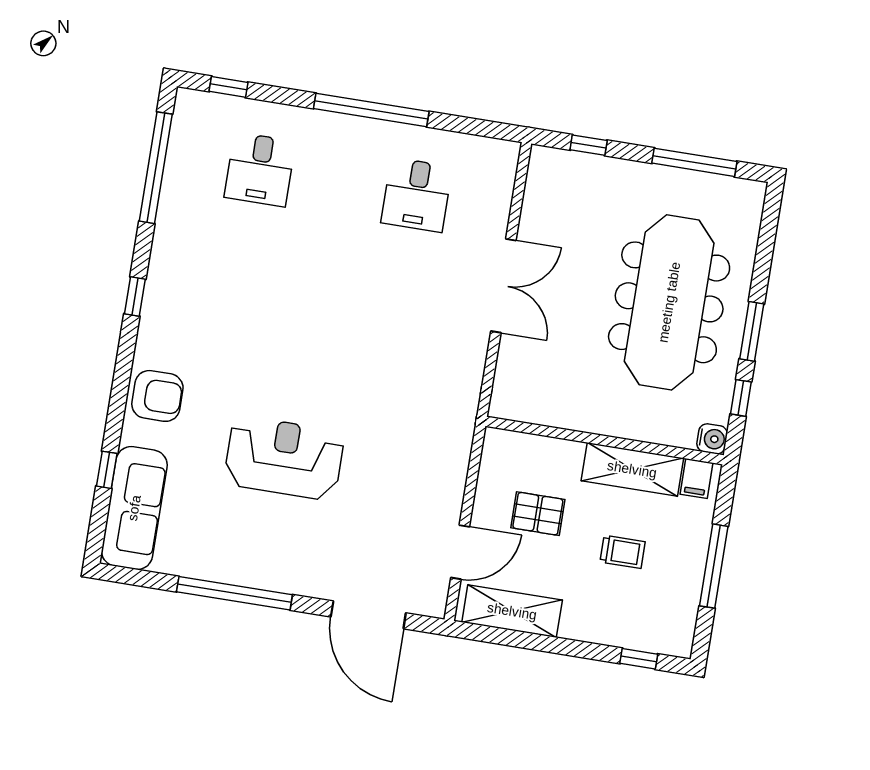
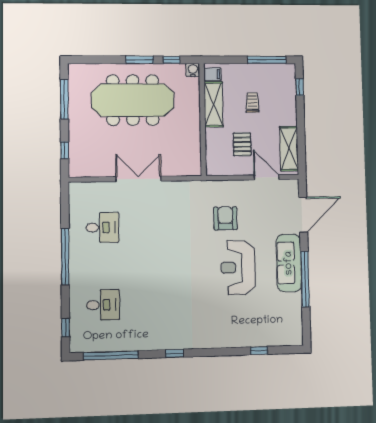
armchair: (157, 396) -> (225, 218), moved
sofa: (134, 508) -> (289, 263), moved, turned -90
window: (714, 566) -> (267, 60), moved

